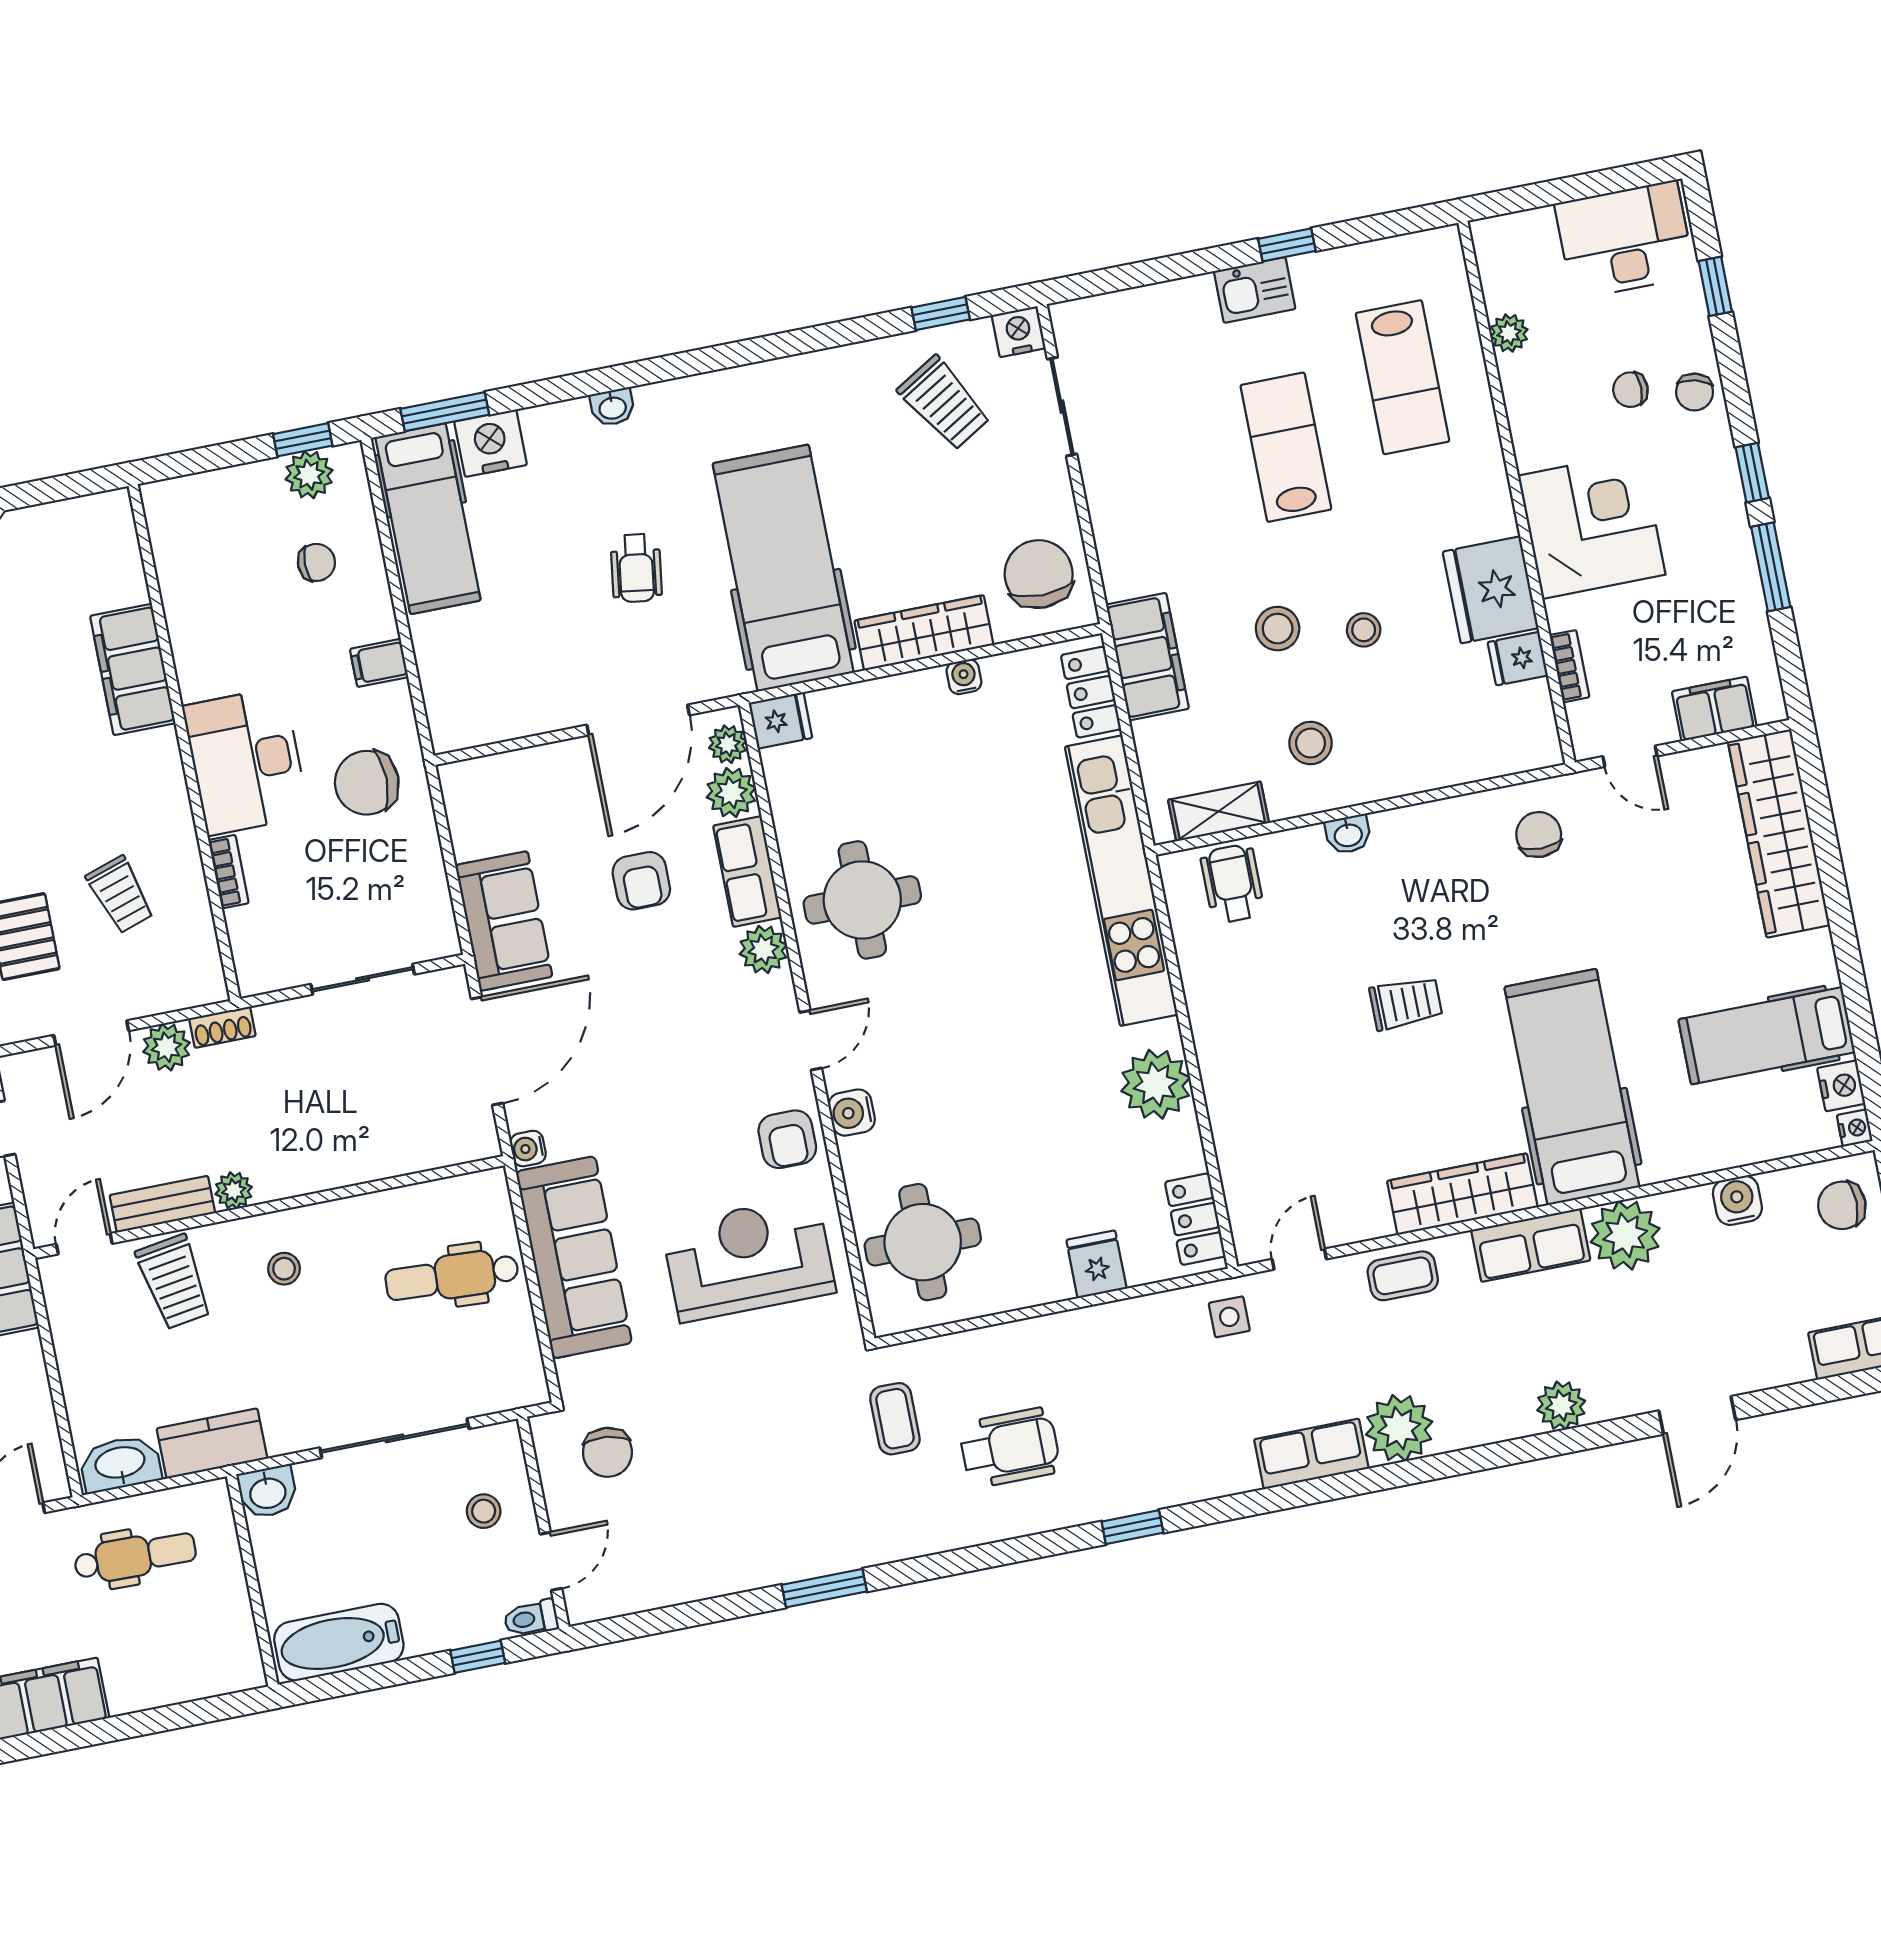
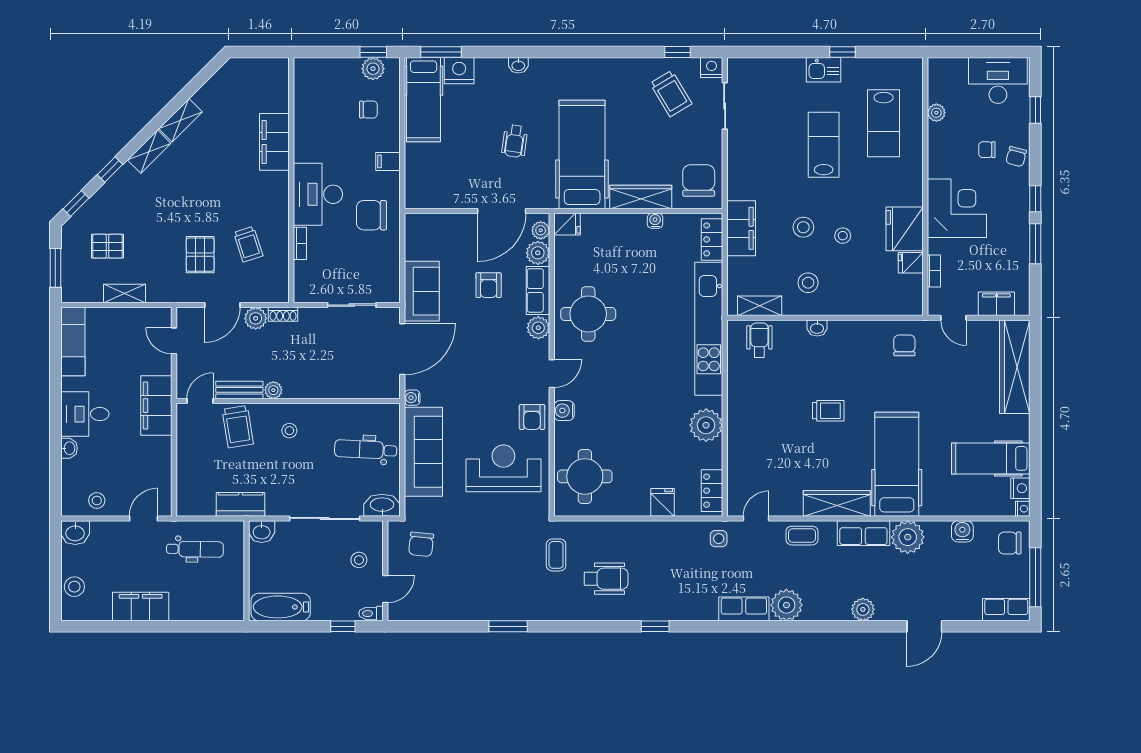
washbasin: (120, 1464) -> (382, 505), moved

